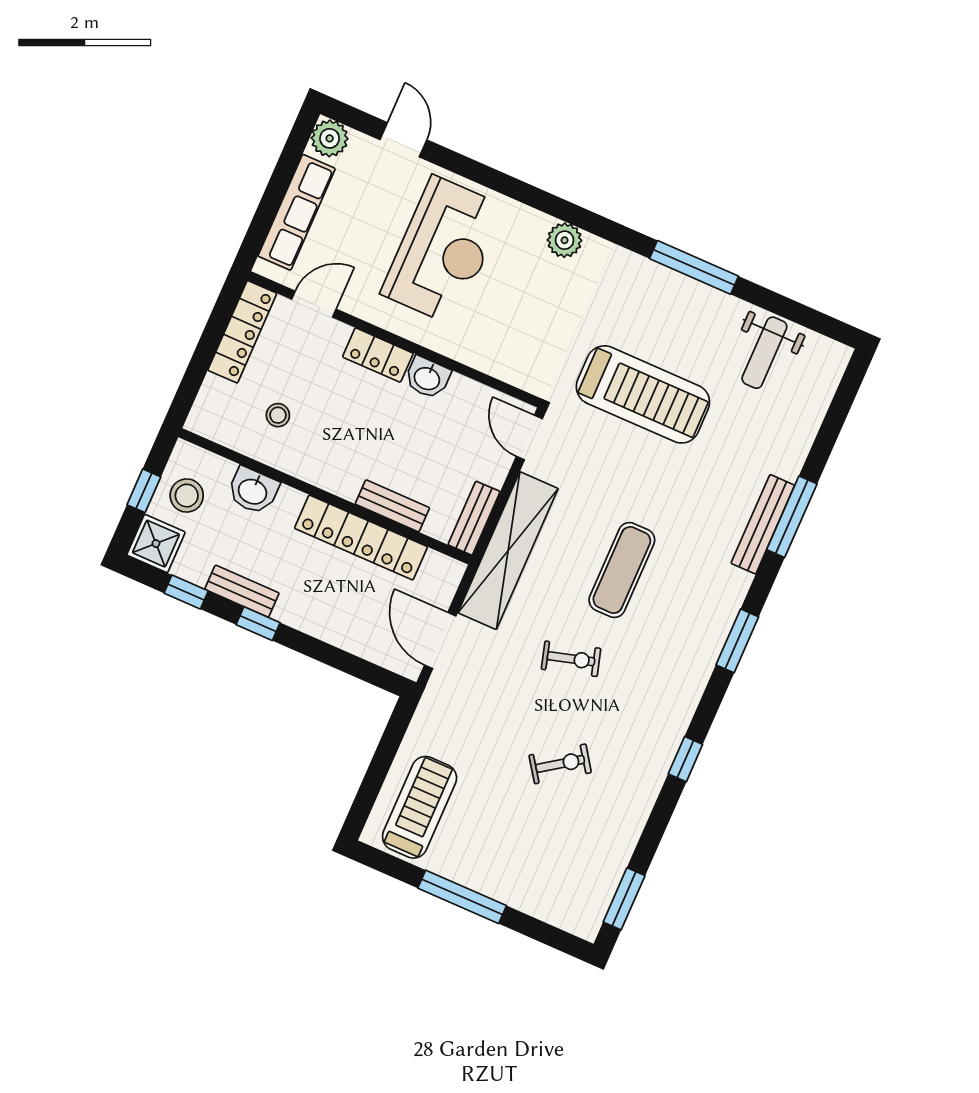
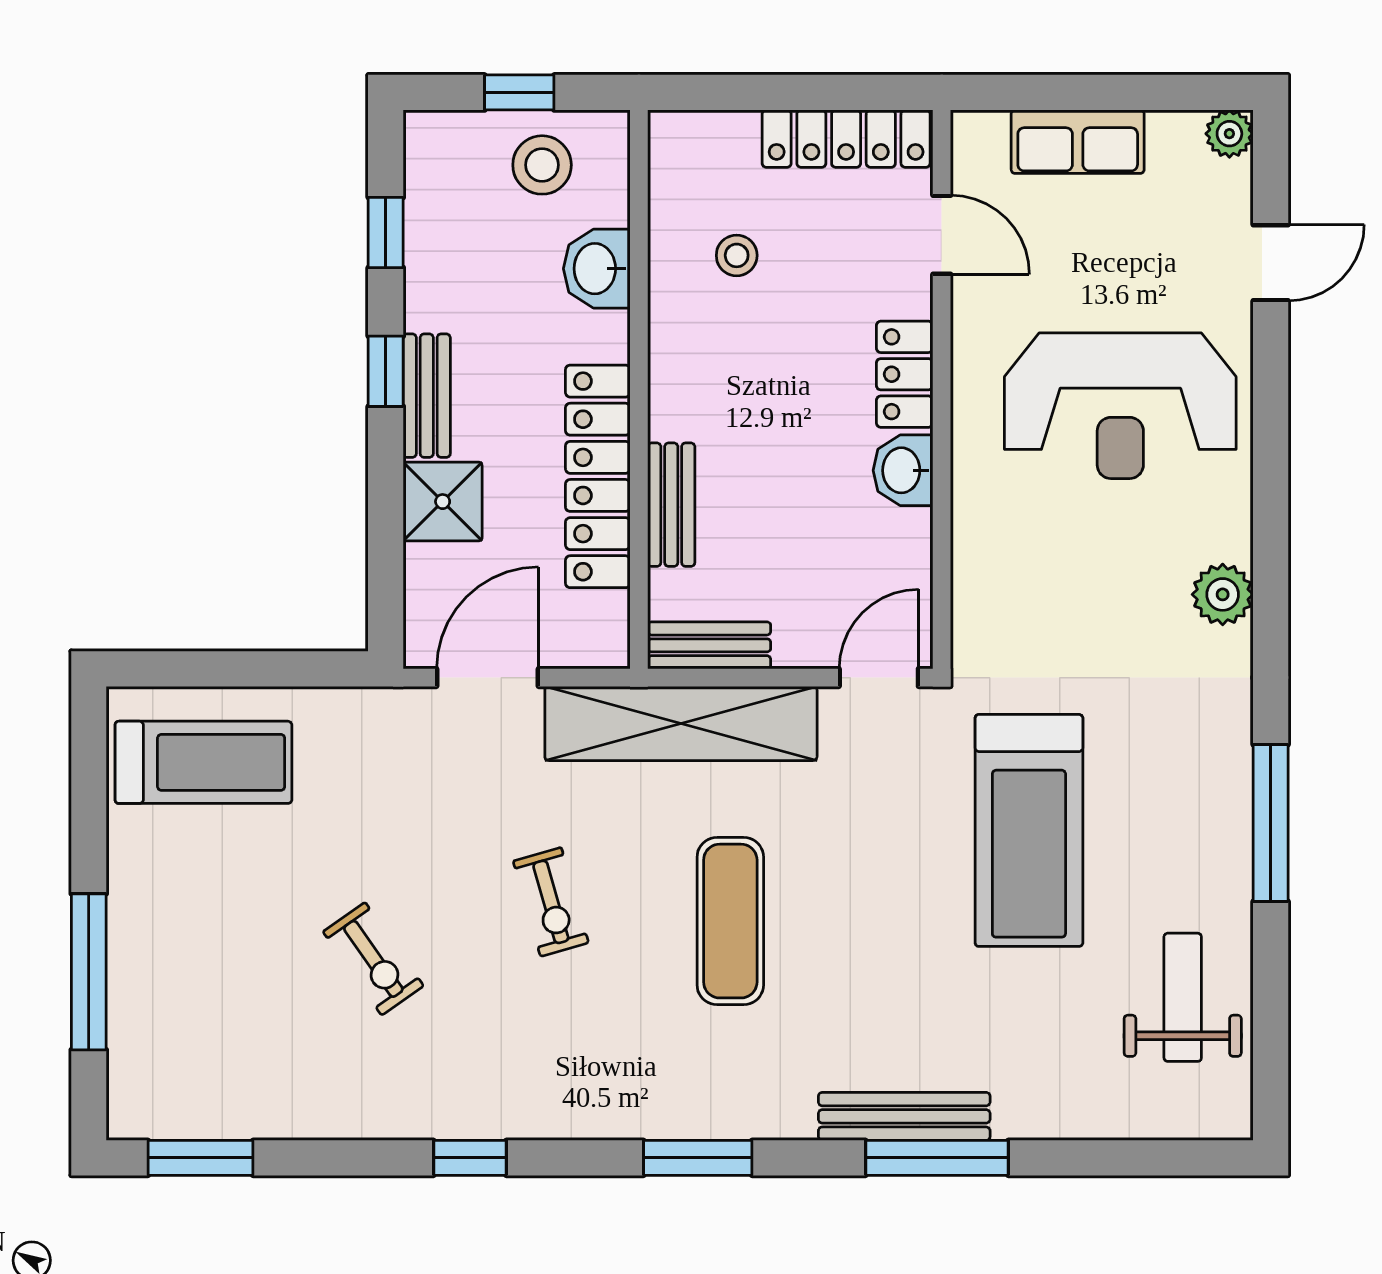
plant: (330, 138) -> (1229, 134), width x0.73, depth x0.73
row of seats: (297, 212) -> (1078, 142), width x0.68
weight bench: (764, 353) -> (1183, 997), turned 90
shower: (156, 544) -> (443, 502), moved
exercise mat: (622, 570) -> (730, 921), turned 90
bench: (242, 591) -> (427, 396), moved
window: (462, 897) -> (89, 972), moved

